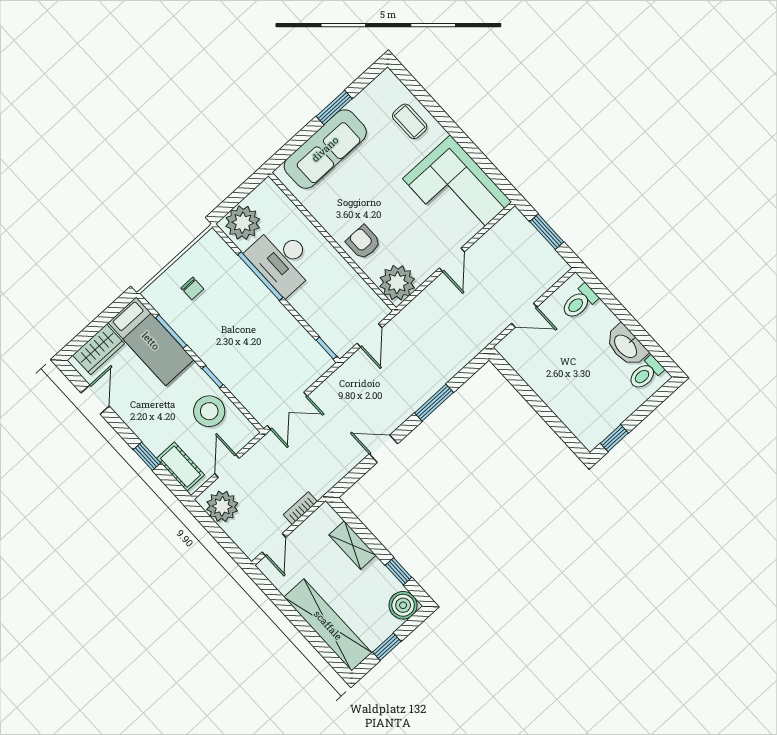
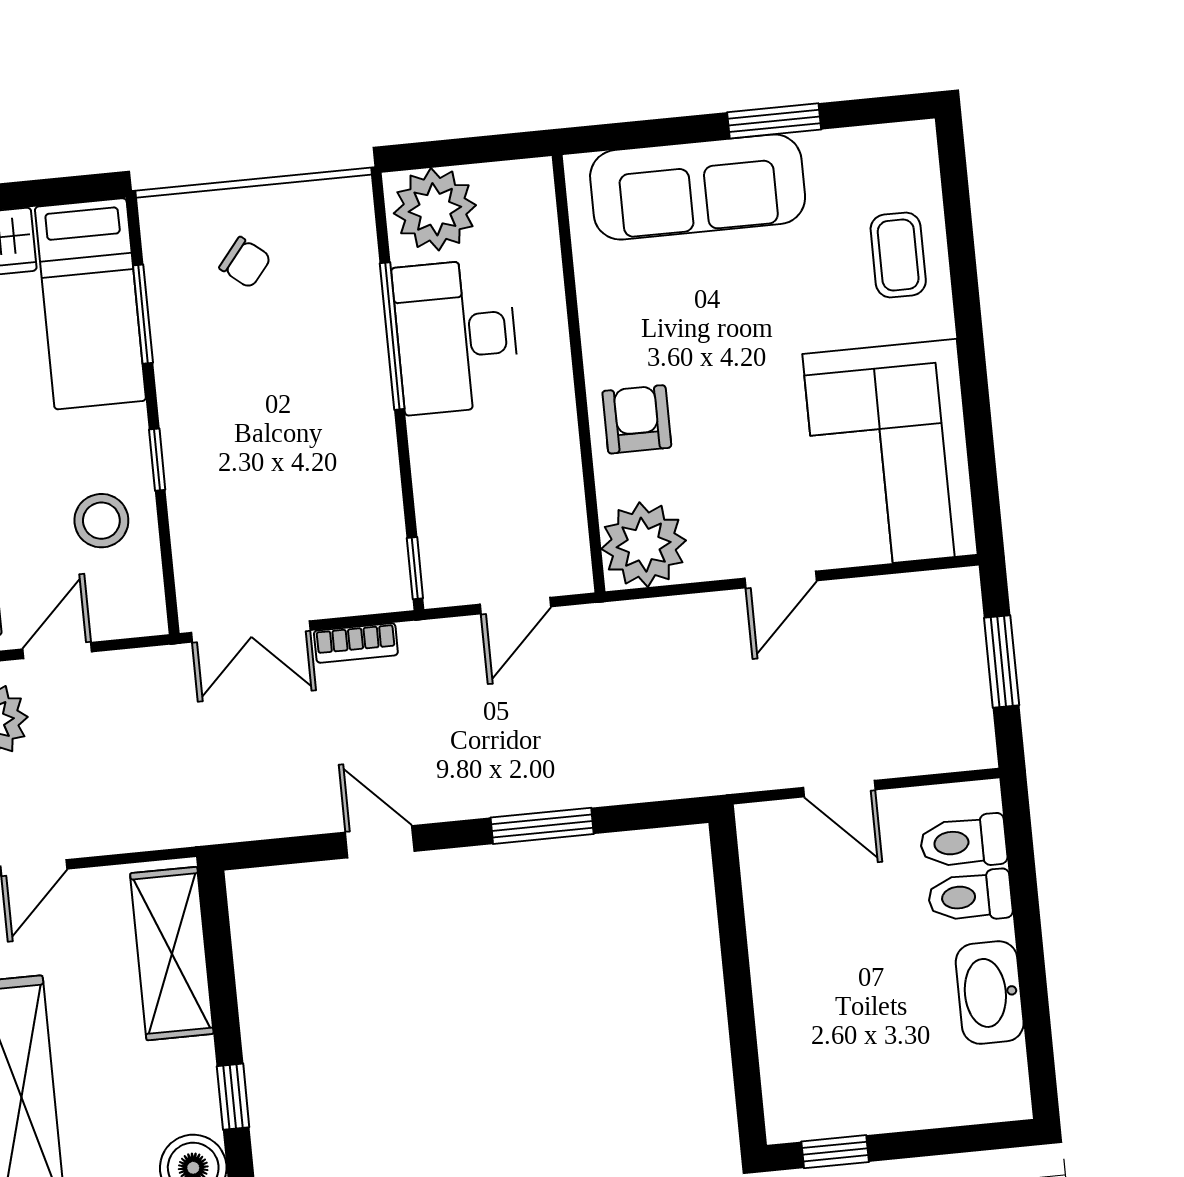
chair: (192, 288) -> (245, 263), turned -51
toilet: (646, 373) -> (970, 896), moved
stool: (209, 411) -> (101, 521), width x0.73, depth x0.73
bookcase: (300, 508) -> (356, 643), moved, turned 180
shelving: (352, 545) -> (172, 954), width x1.50, depth x1.33

